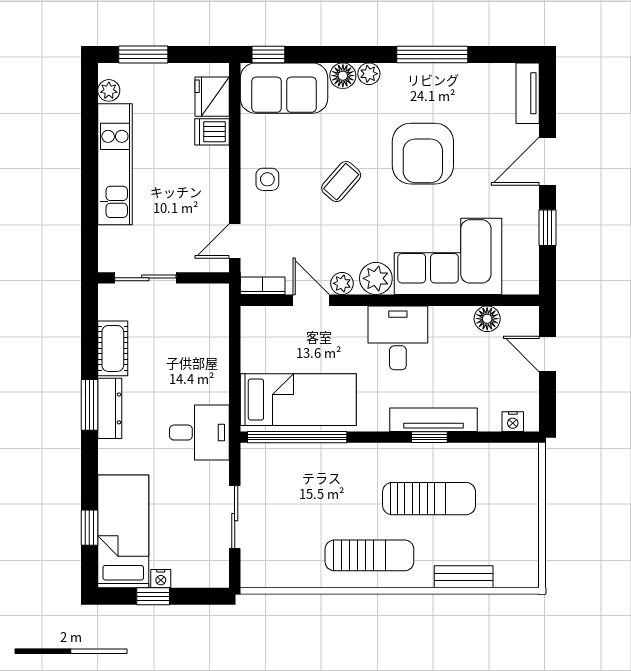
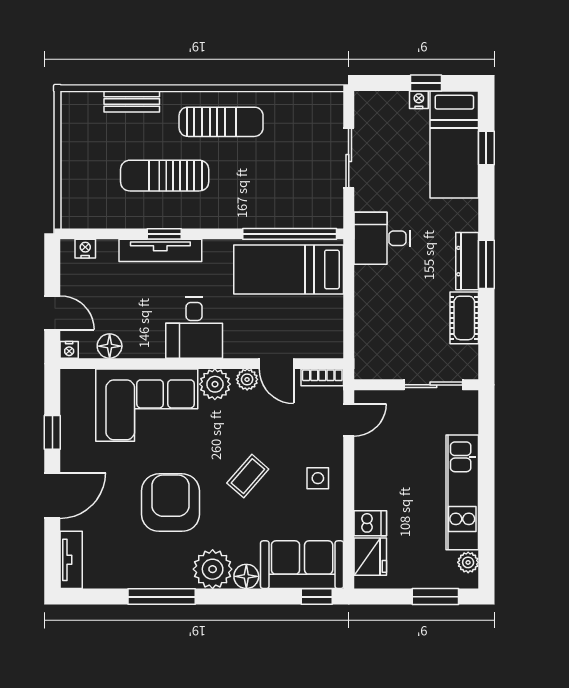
plant: (369, 74) -> (213, 569), width x1.88, depth x1.88
nightstand: (530, 315) -> (69, 350), added
sun lounger: (369, 555) -> (221, 122), turned 180

